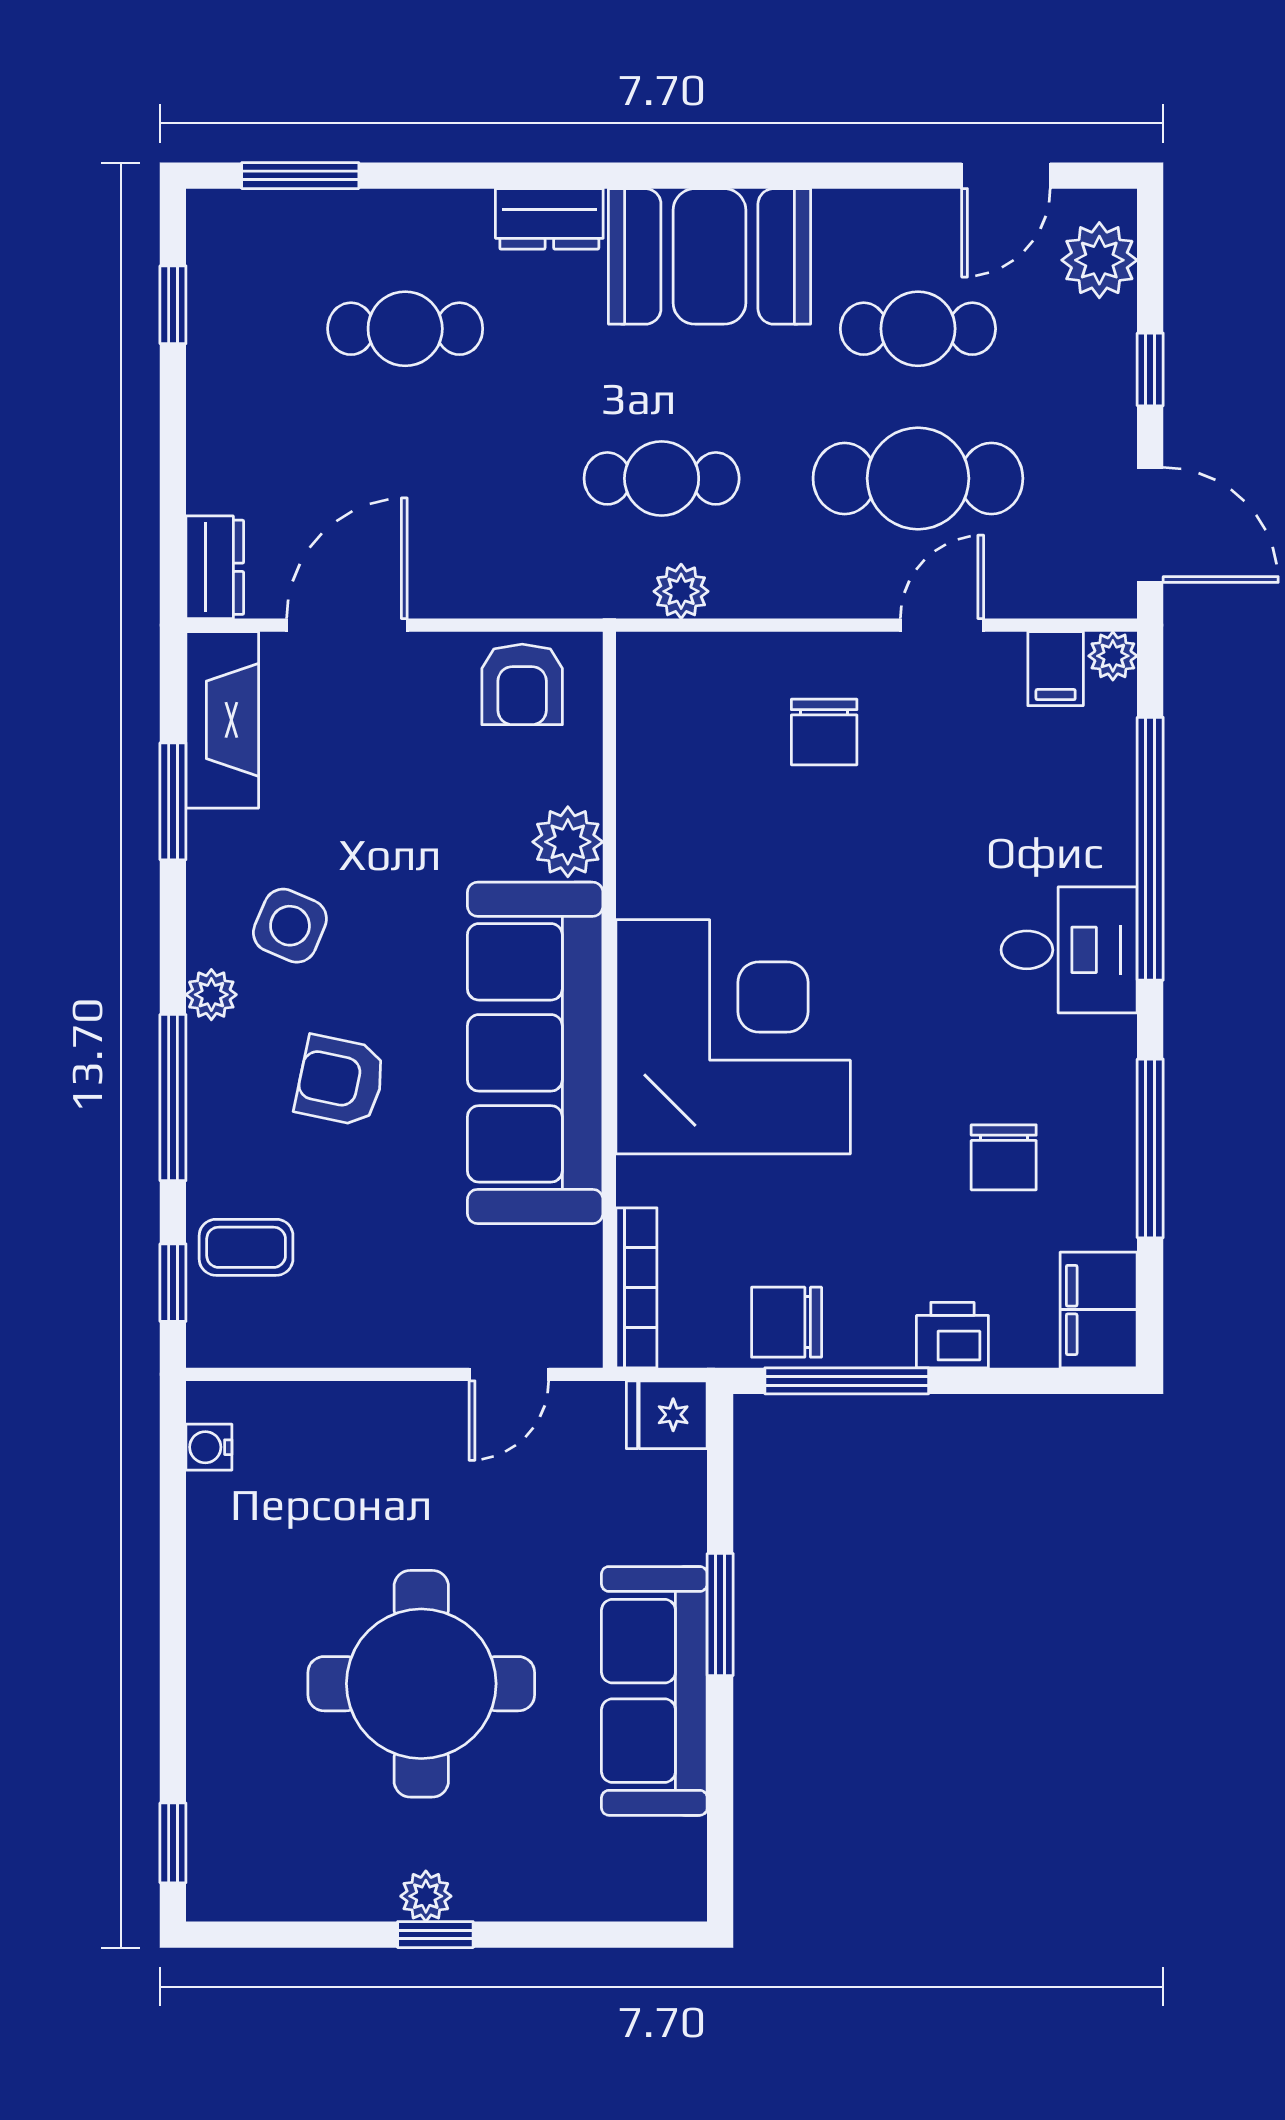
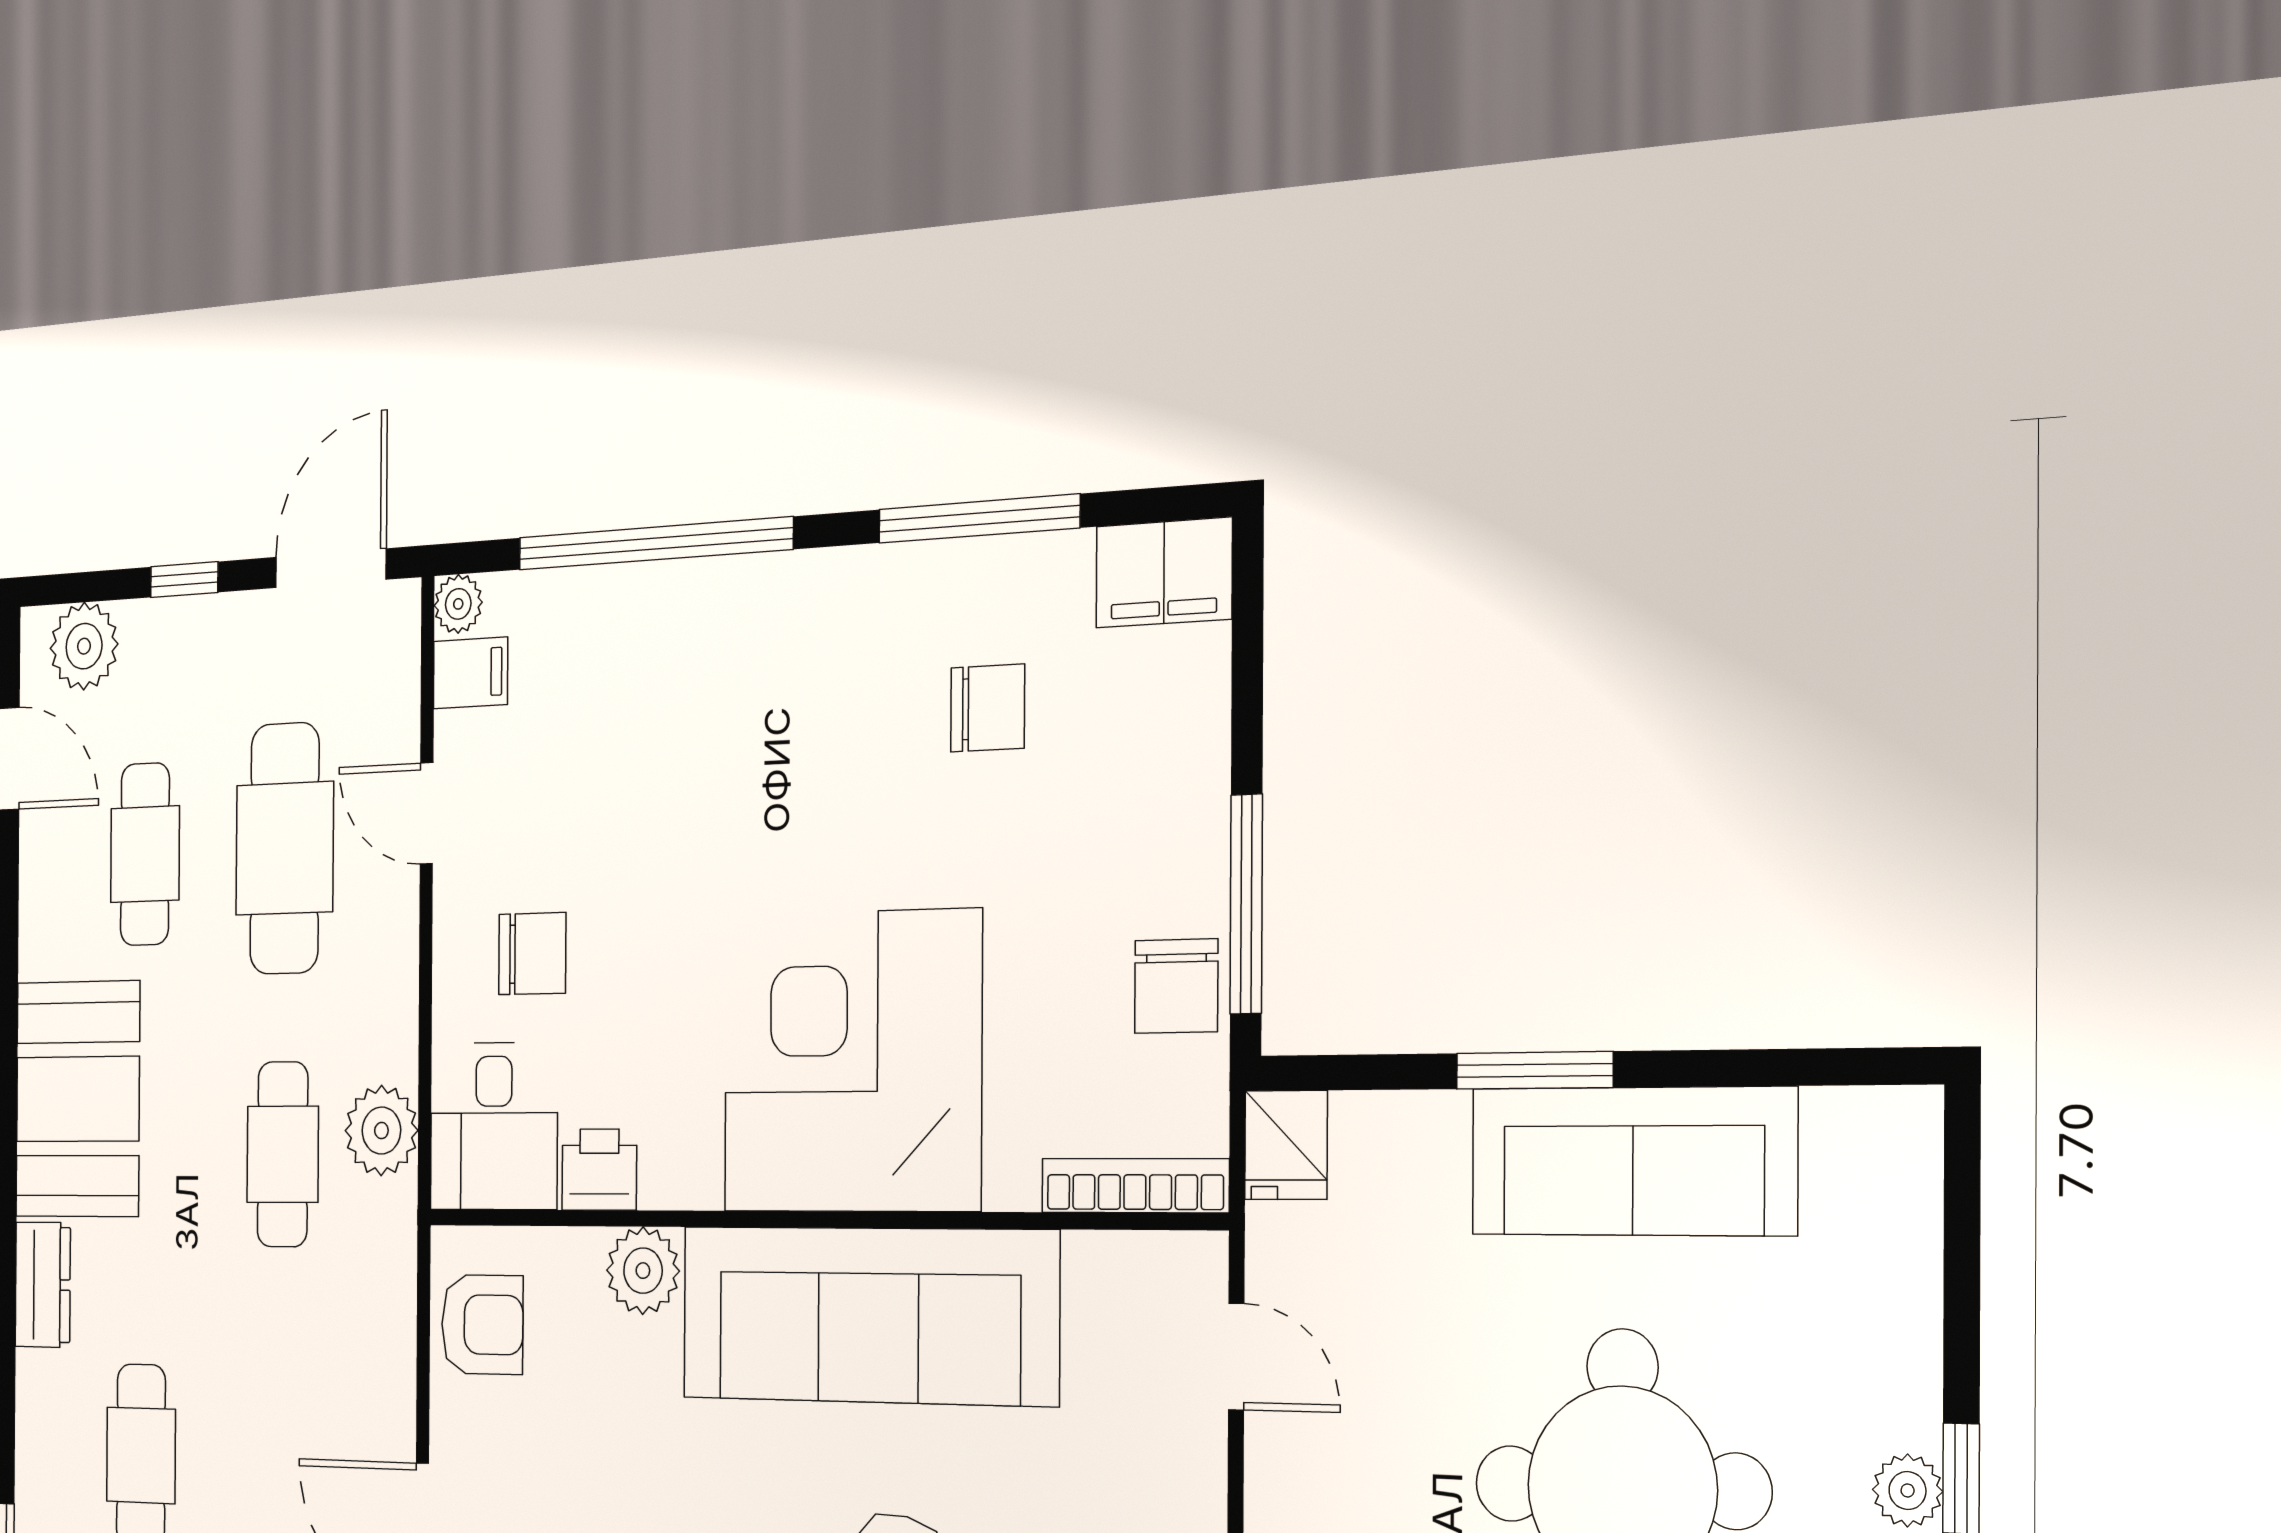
plant: (681, 591) -> (381, 1131), width x1.38, depth x1.38
desk: (1069, 950) -> (494, 1126), moved, turned 180
printer: (952, 1335) -> (599, 1170), moved, turned 90

